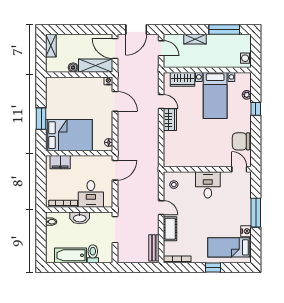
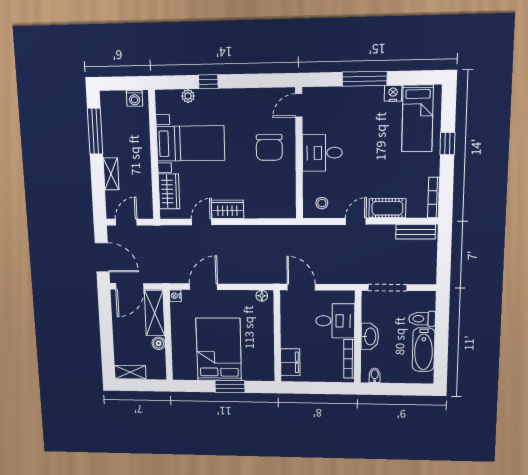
bed: (69, 135) -> (219, 349), moved
chair: (241, 141) -> (269, 148), moved

